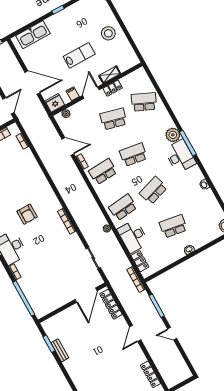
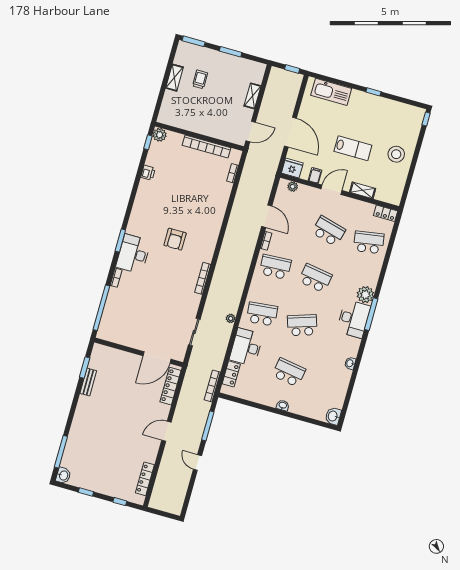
locker: (113, 88) -> (386, 213), moved
school desk: (144, 102) -> (369, 242), turned -33

